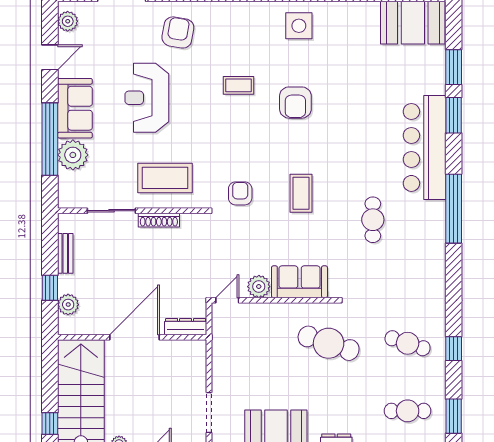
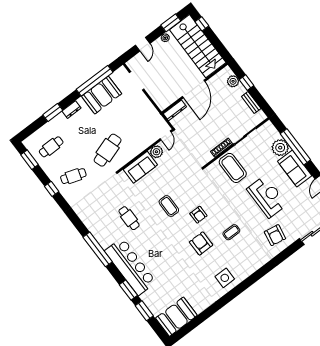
coffee table: (165, 178) -> (233, 168), turned 90
armchair: (240, 193) -> (198, 215), moved
cafe table: (329, 343) -> (108, 150), turned -36

